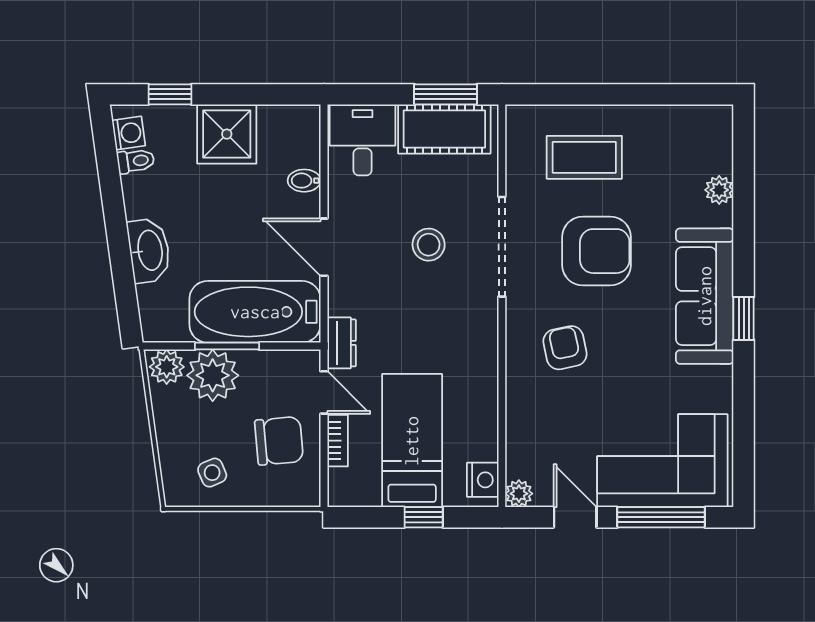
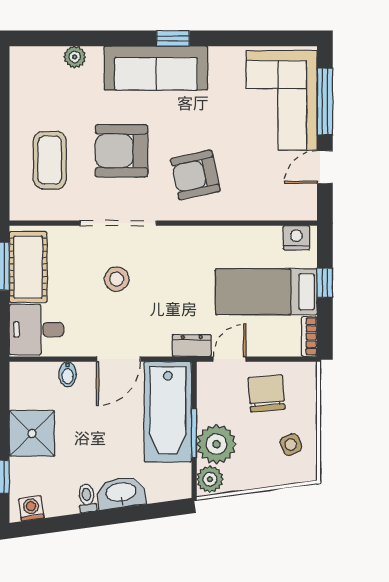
toilet: (136, 161) -> (87, 498), moved
armchair: (596, 251) -> (121, 151), turned -90
armchair: (565, 348) -> (195, 175), width x1.38, depth x1.38
bookcase: (338, 441) -> (309, 336), moved, turned -90
plant: (519, 494) -> (307, 210), removed

